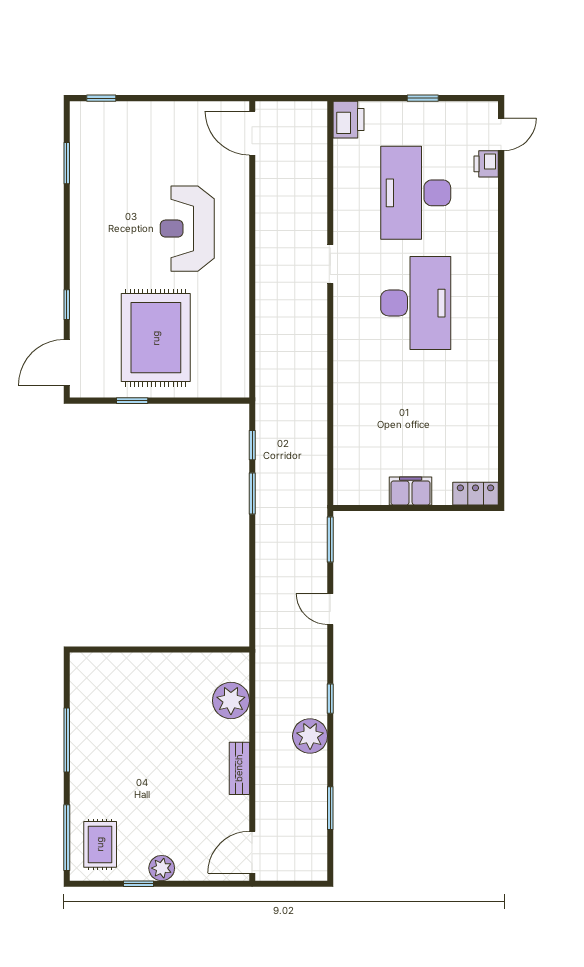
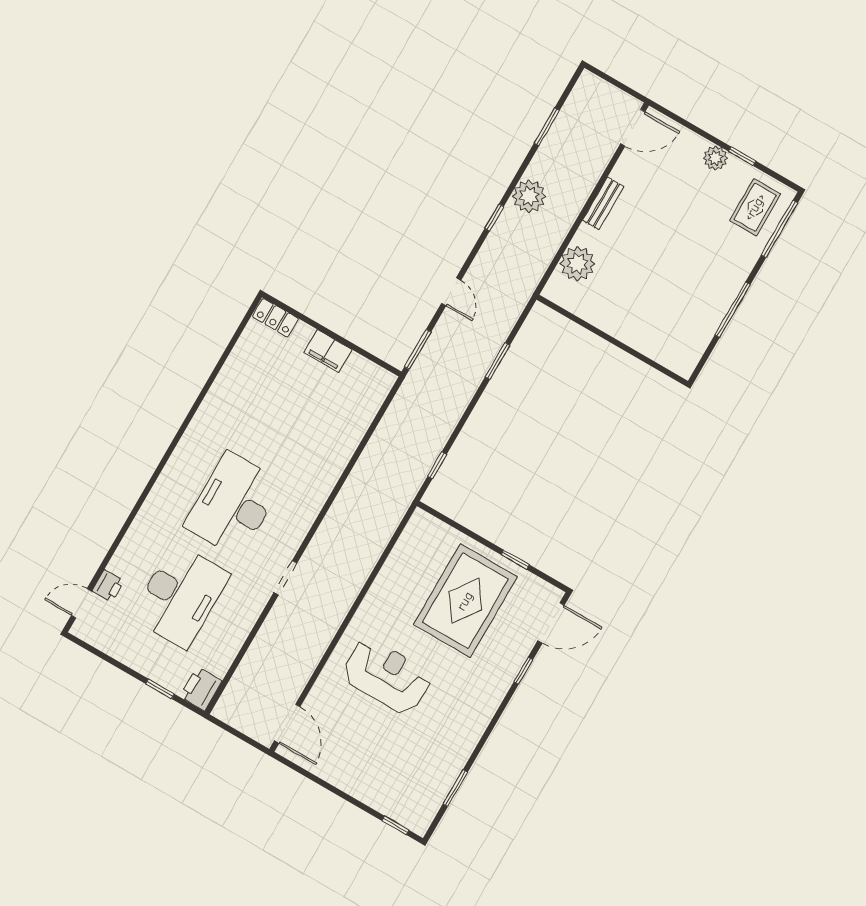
window: (423, 98) -> (160, 689), moved
reception desk: (187, 229) -> (387, 676), turned -90
window: (252, 494) -> (498, 361), moved

